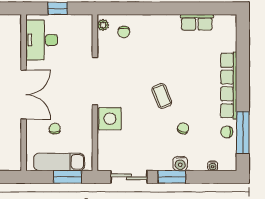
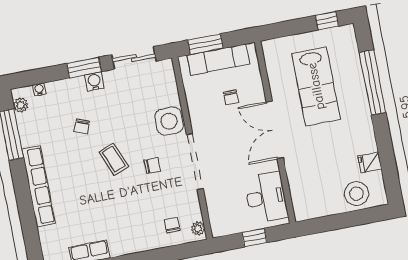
chair: (227, 132) -> (152, 166), moved
plant: (230, 156) -> (21, 105), added
water cooler: (180, 164) -> (94, 81), moved

